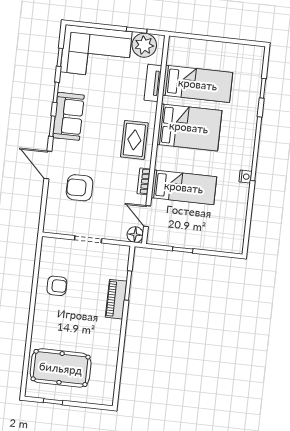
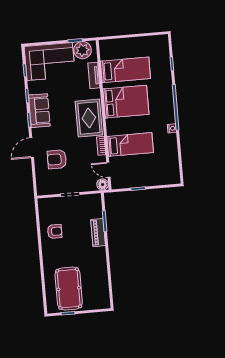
rug: (134, 140) -> (89, 118), width x1.36, depth x1.43
door: (48, 165) -> (32, 148), hinge flipped
pool table: (61, 368) -> (69, 289), turned 90

